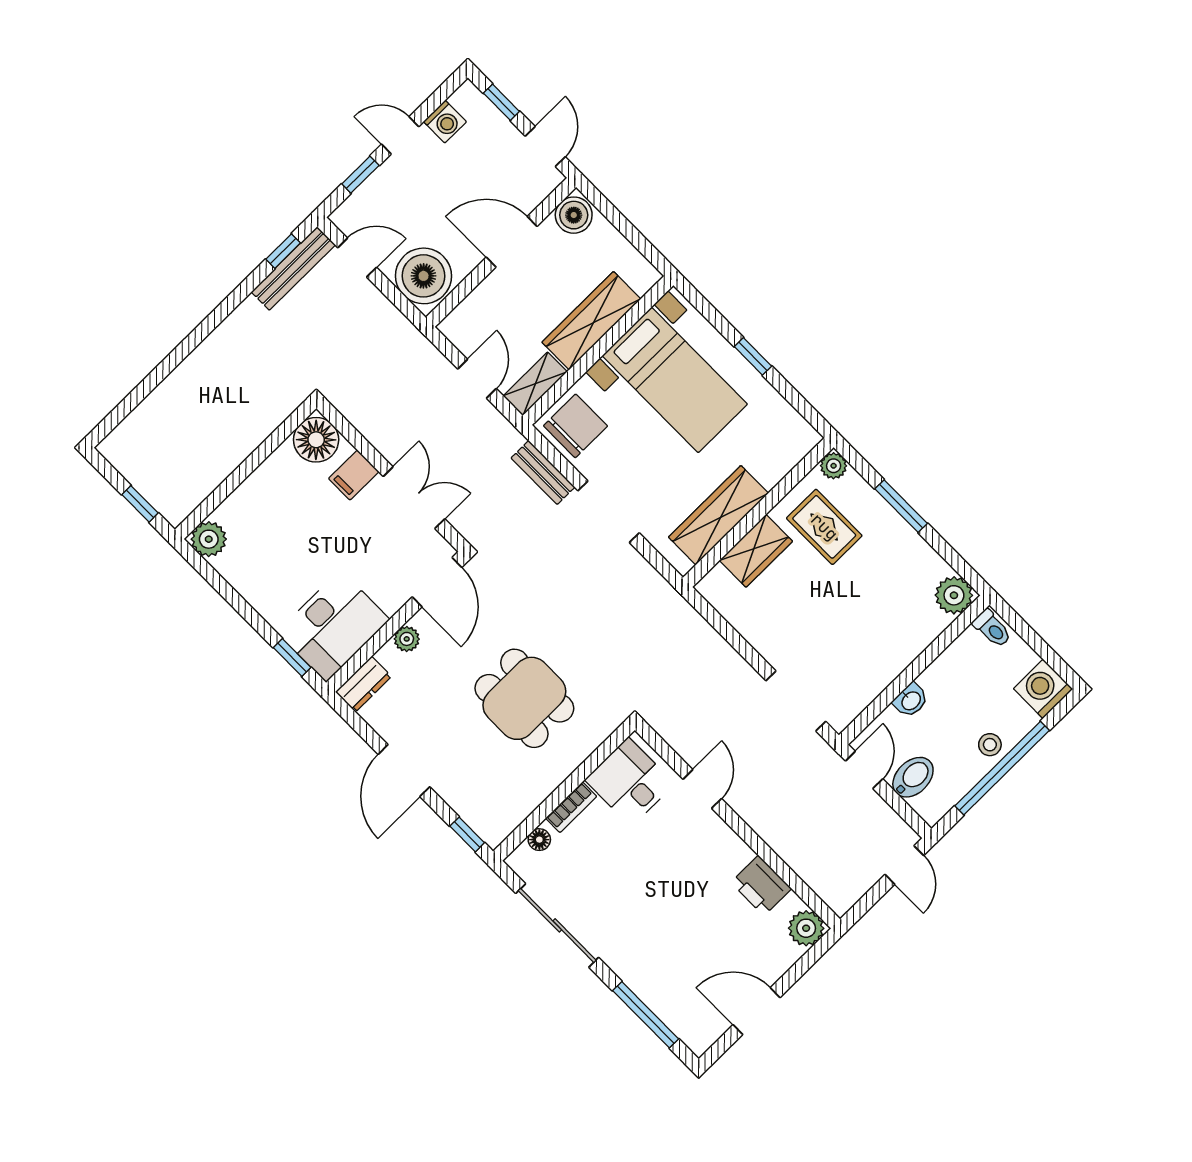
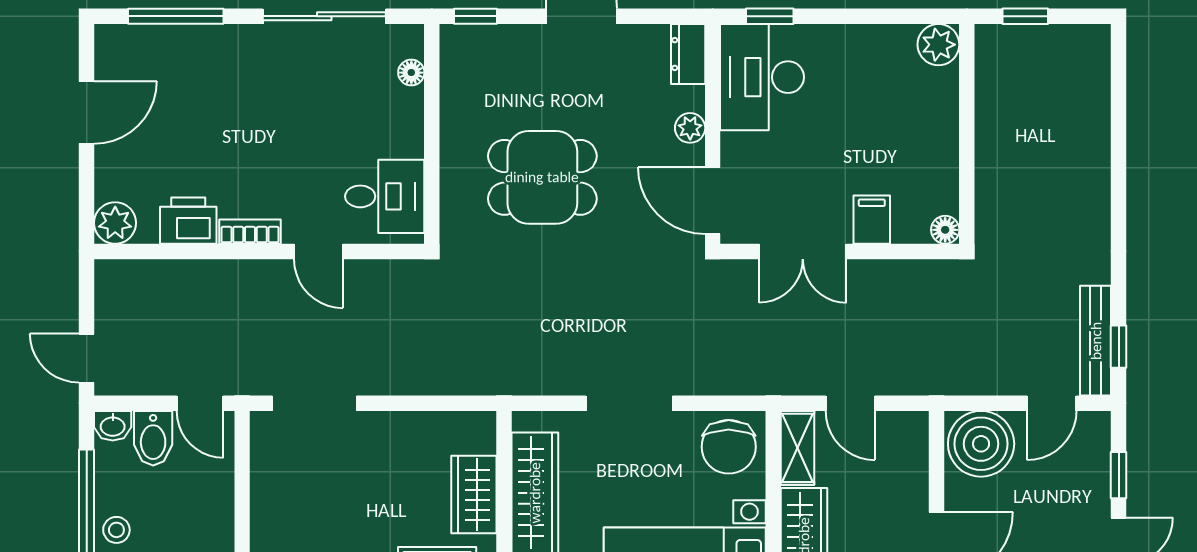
floor lamp: (316, 440) -> (945, 230), width x0.53, depth x0.53
bench: (543, 472) -> (717, 381), removed
washbasin: (911, 700) -> (113, 426), moved, turned -90
bookcase: (571, 807) -> (250, 232), moved, turned 90

